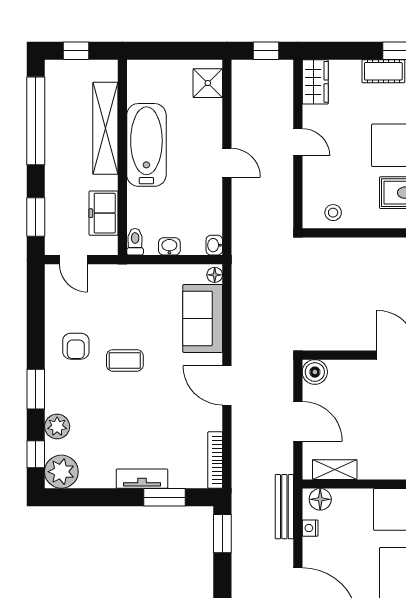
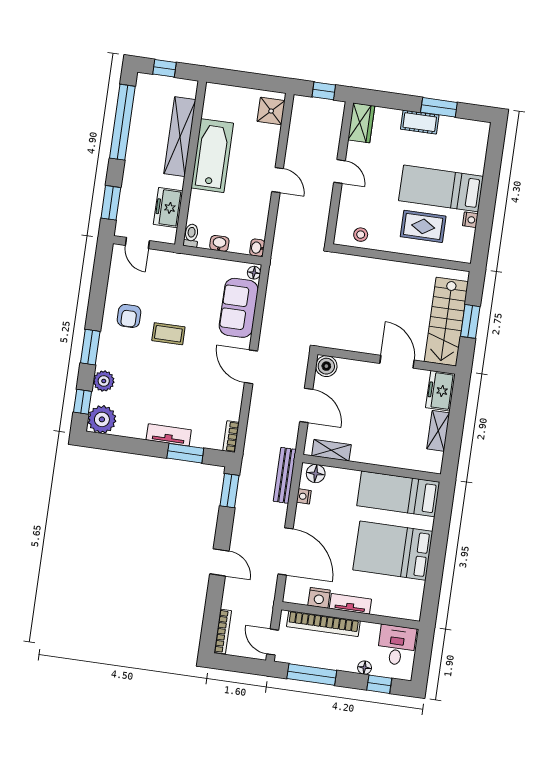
bookcase: (215, 460) -> (231, 437), width x0.64

